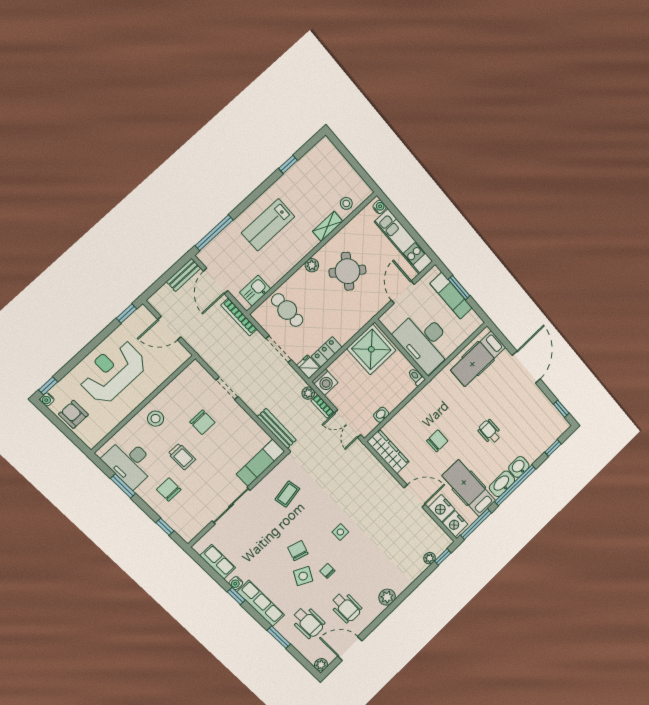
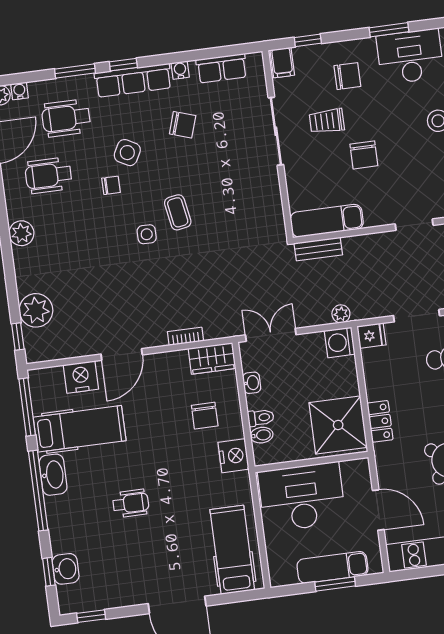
locker: (327, 352) -> (380, 421), moved
toilet: (416, 377) -> (261, 418), moved
bidet: (406, 388) -> (262, 435), added
bookcase: (322, 406) -> (185, 336), moved
chair: (202, 422) -> (364, 155), moved, turned -90
bench: (277, 428) -> (318, 249), width x0.73
chair: (437, 441) -> (205, 416), moved
wardrobe: (388, 452) -> (212, 358), width x0.67
trolley: (182, 457) -> (327, 121), moved
exam couch: (260, 463) -> (327, 221), moved, turned -90
washbasin: (519, 467) -> (66, 569), moved
coffee table: (287, 494) -> (178, 212), moved
nightstand: (455, 524) -> (233, 456), moved, turned 90
filing cabinet: (189, 531) -> (282, 63), added
chair: (298, 551) -> (183, 125), moved
plant: (430, 558) -> (36, 310), width x1.87, depth x1.87
window: (236, 596) -> (123, 65), moved
water cooler: (311, 657) -> (19, 91), added

